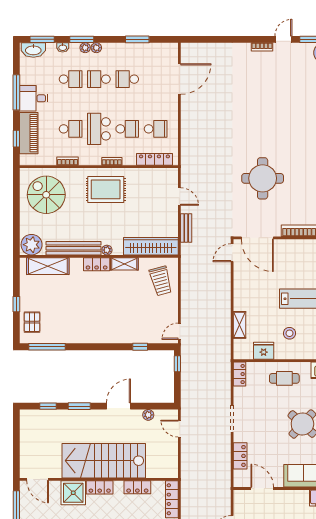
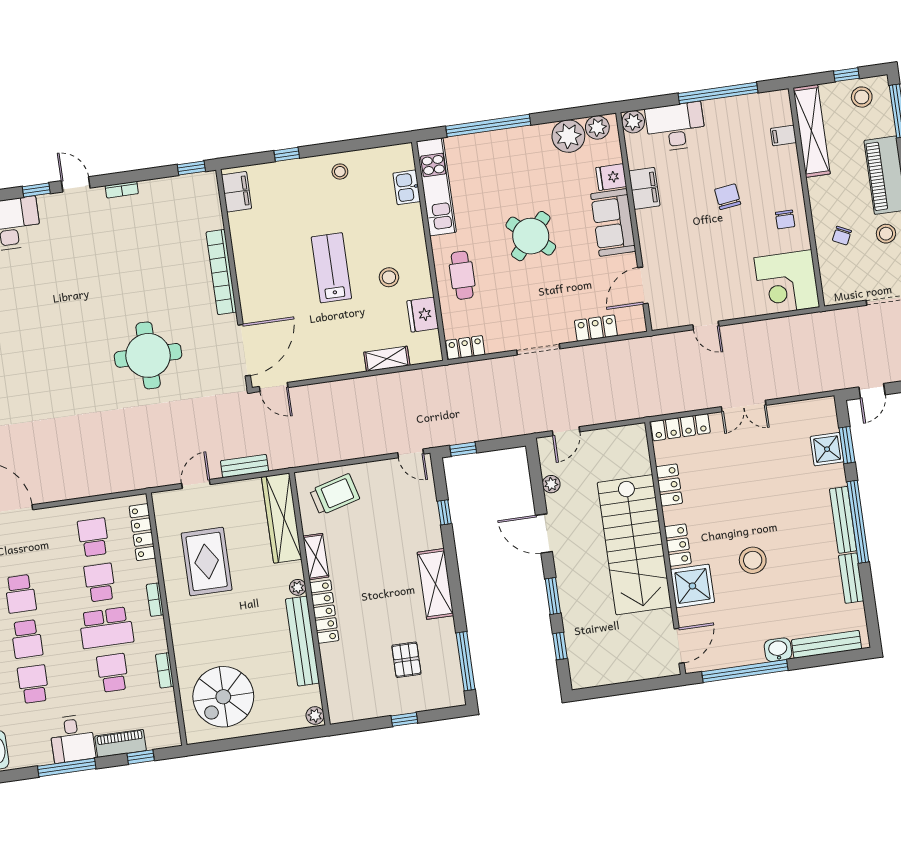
piano: (29, 133) -> (121, 743), width x0.73, depth x0.75
rug: (106, 189) -> (207, 562), moved
plant: (32, 245) -> (315, 715), width x0.53, depth x0.53
locker: (97, 264) -> (324, 612), width x1.53
shelving: (48, 266) -> (435, 584), moved
pallet: (32, 322) -> (406, 660), moved, turned 90

